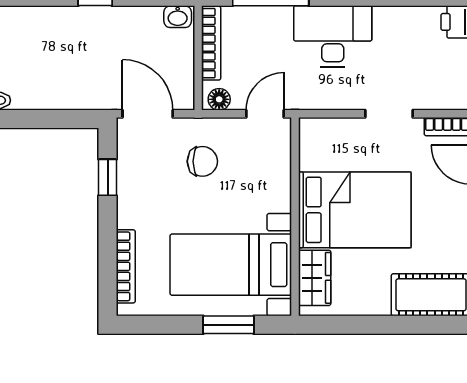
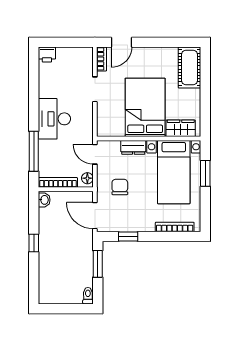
door: (148, 114) -> (95, 216), hinge flipped
window: (55, 119) -> (98, 264), added
dresser: (278, 187) -> (133, 147), added

